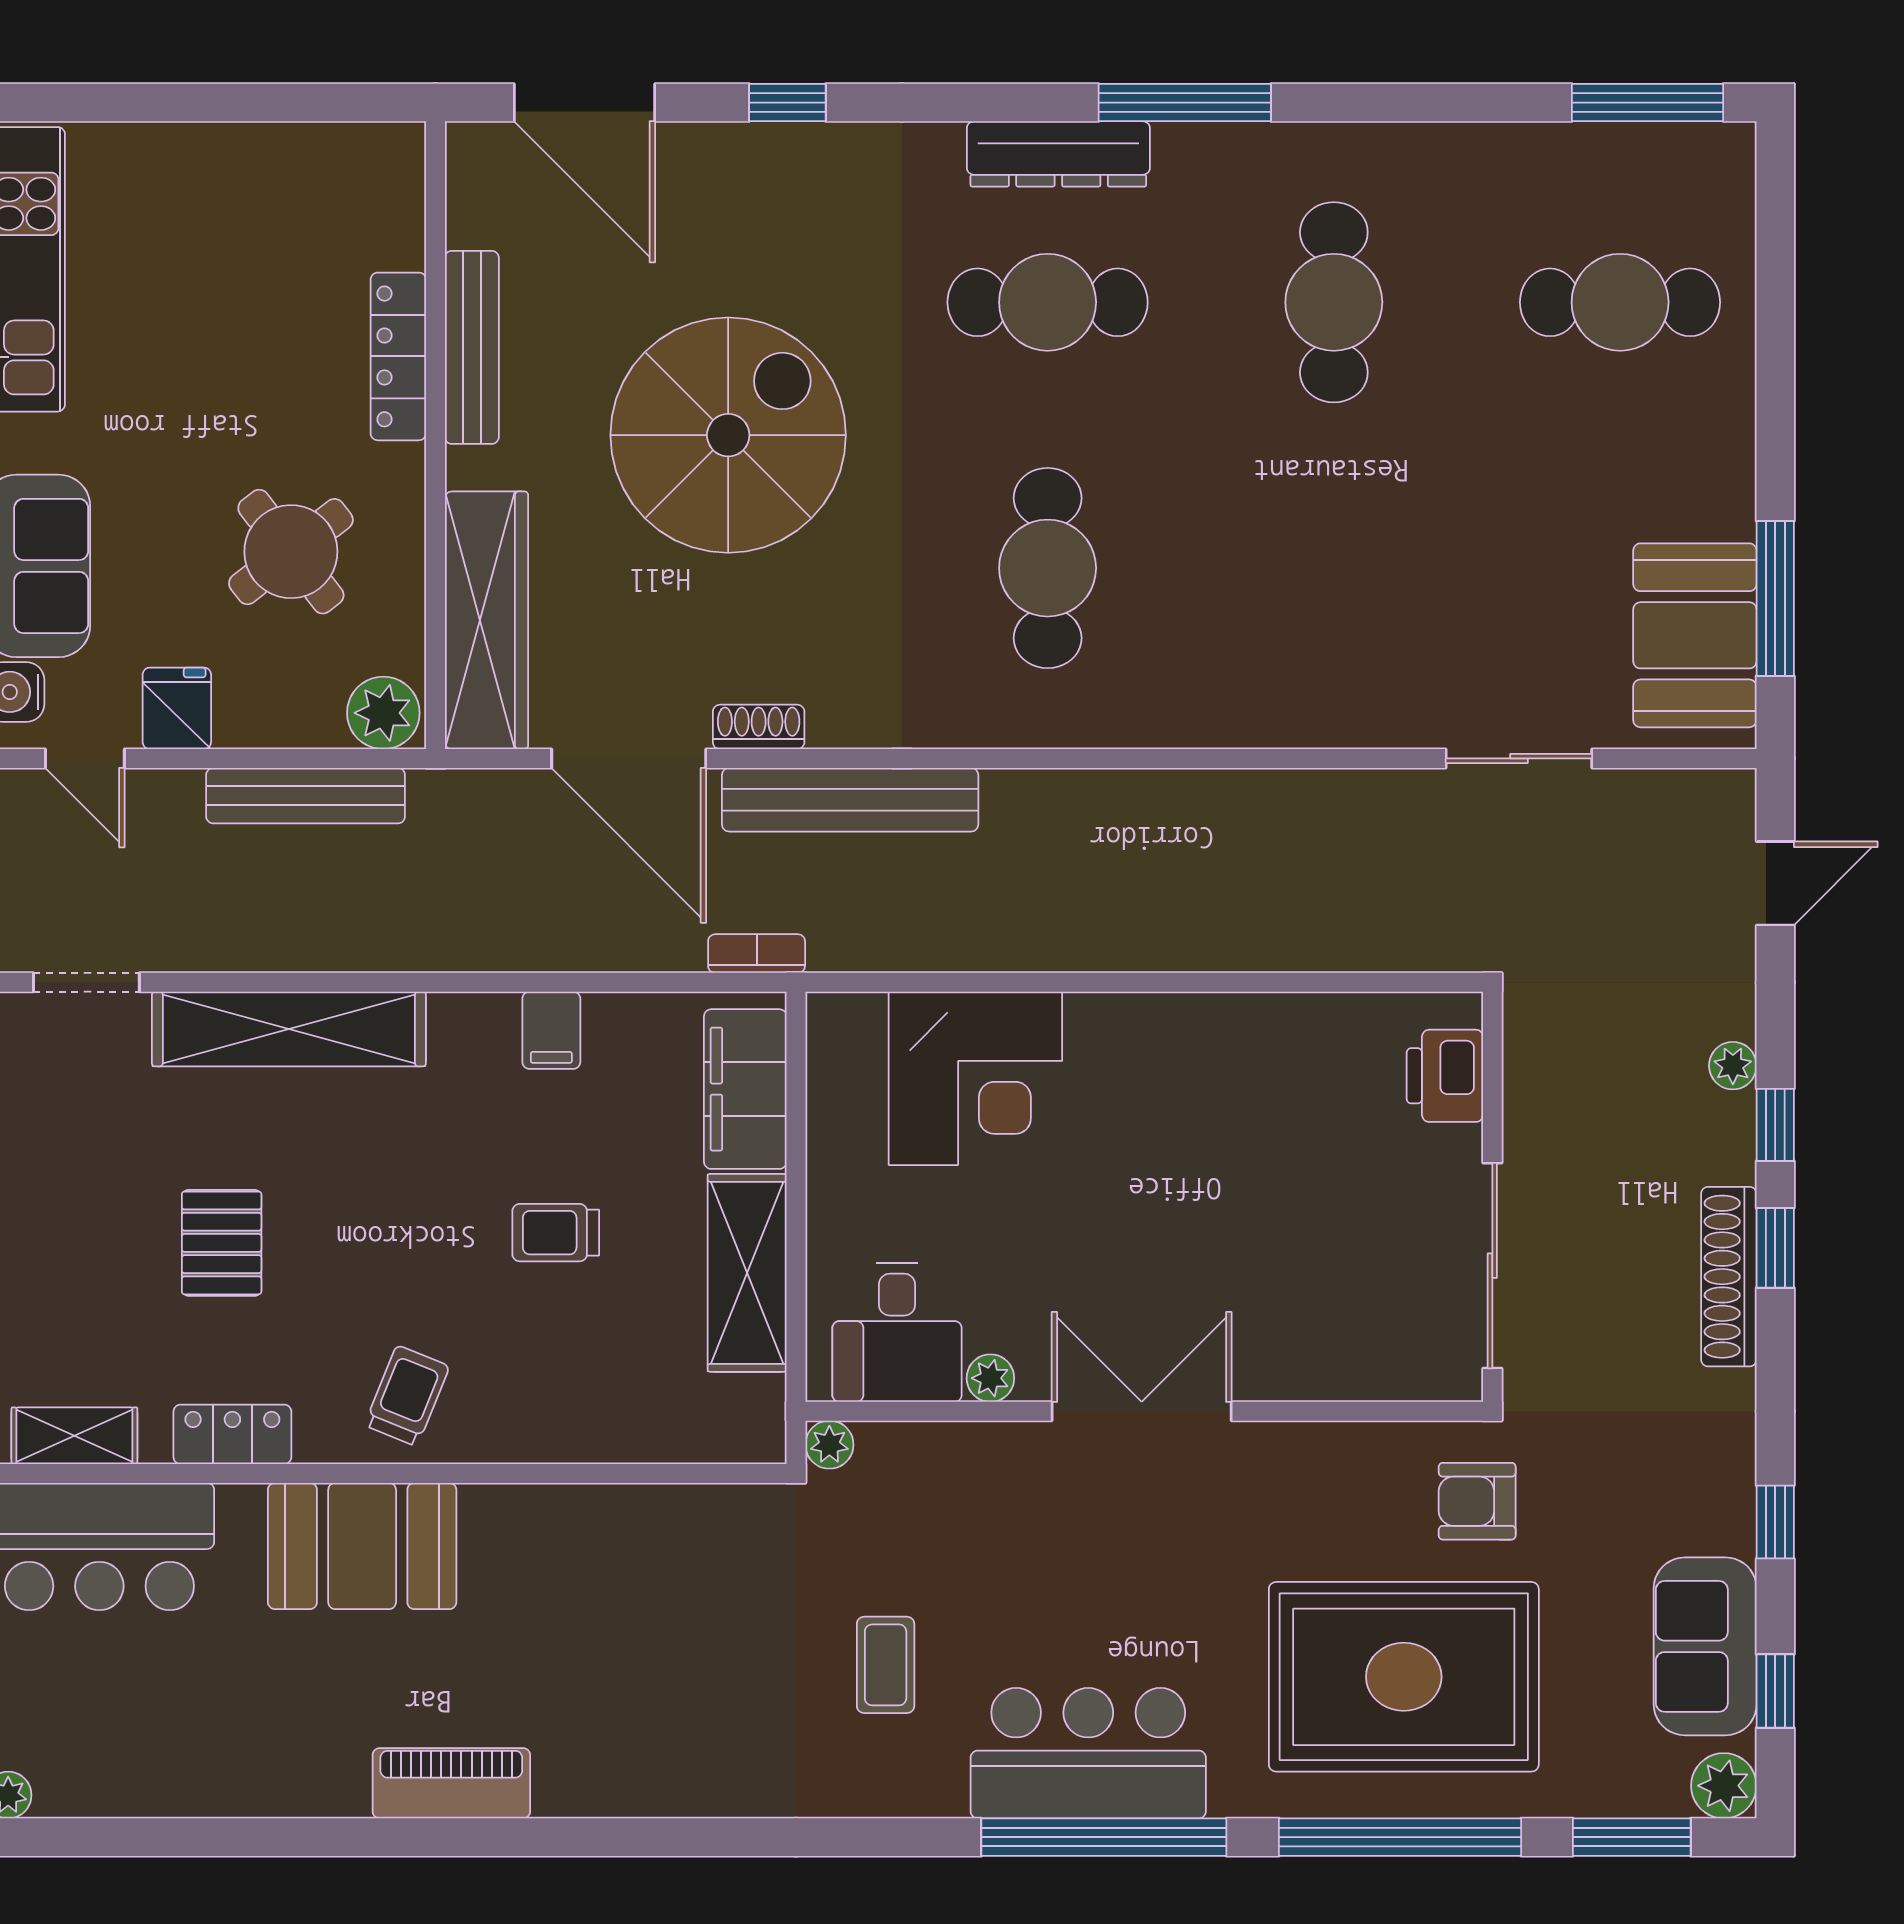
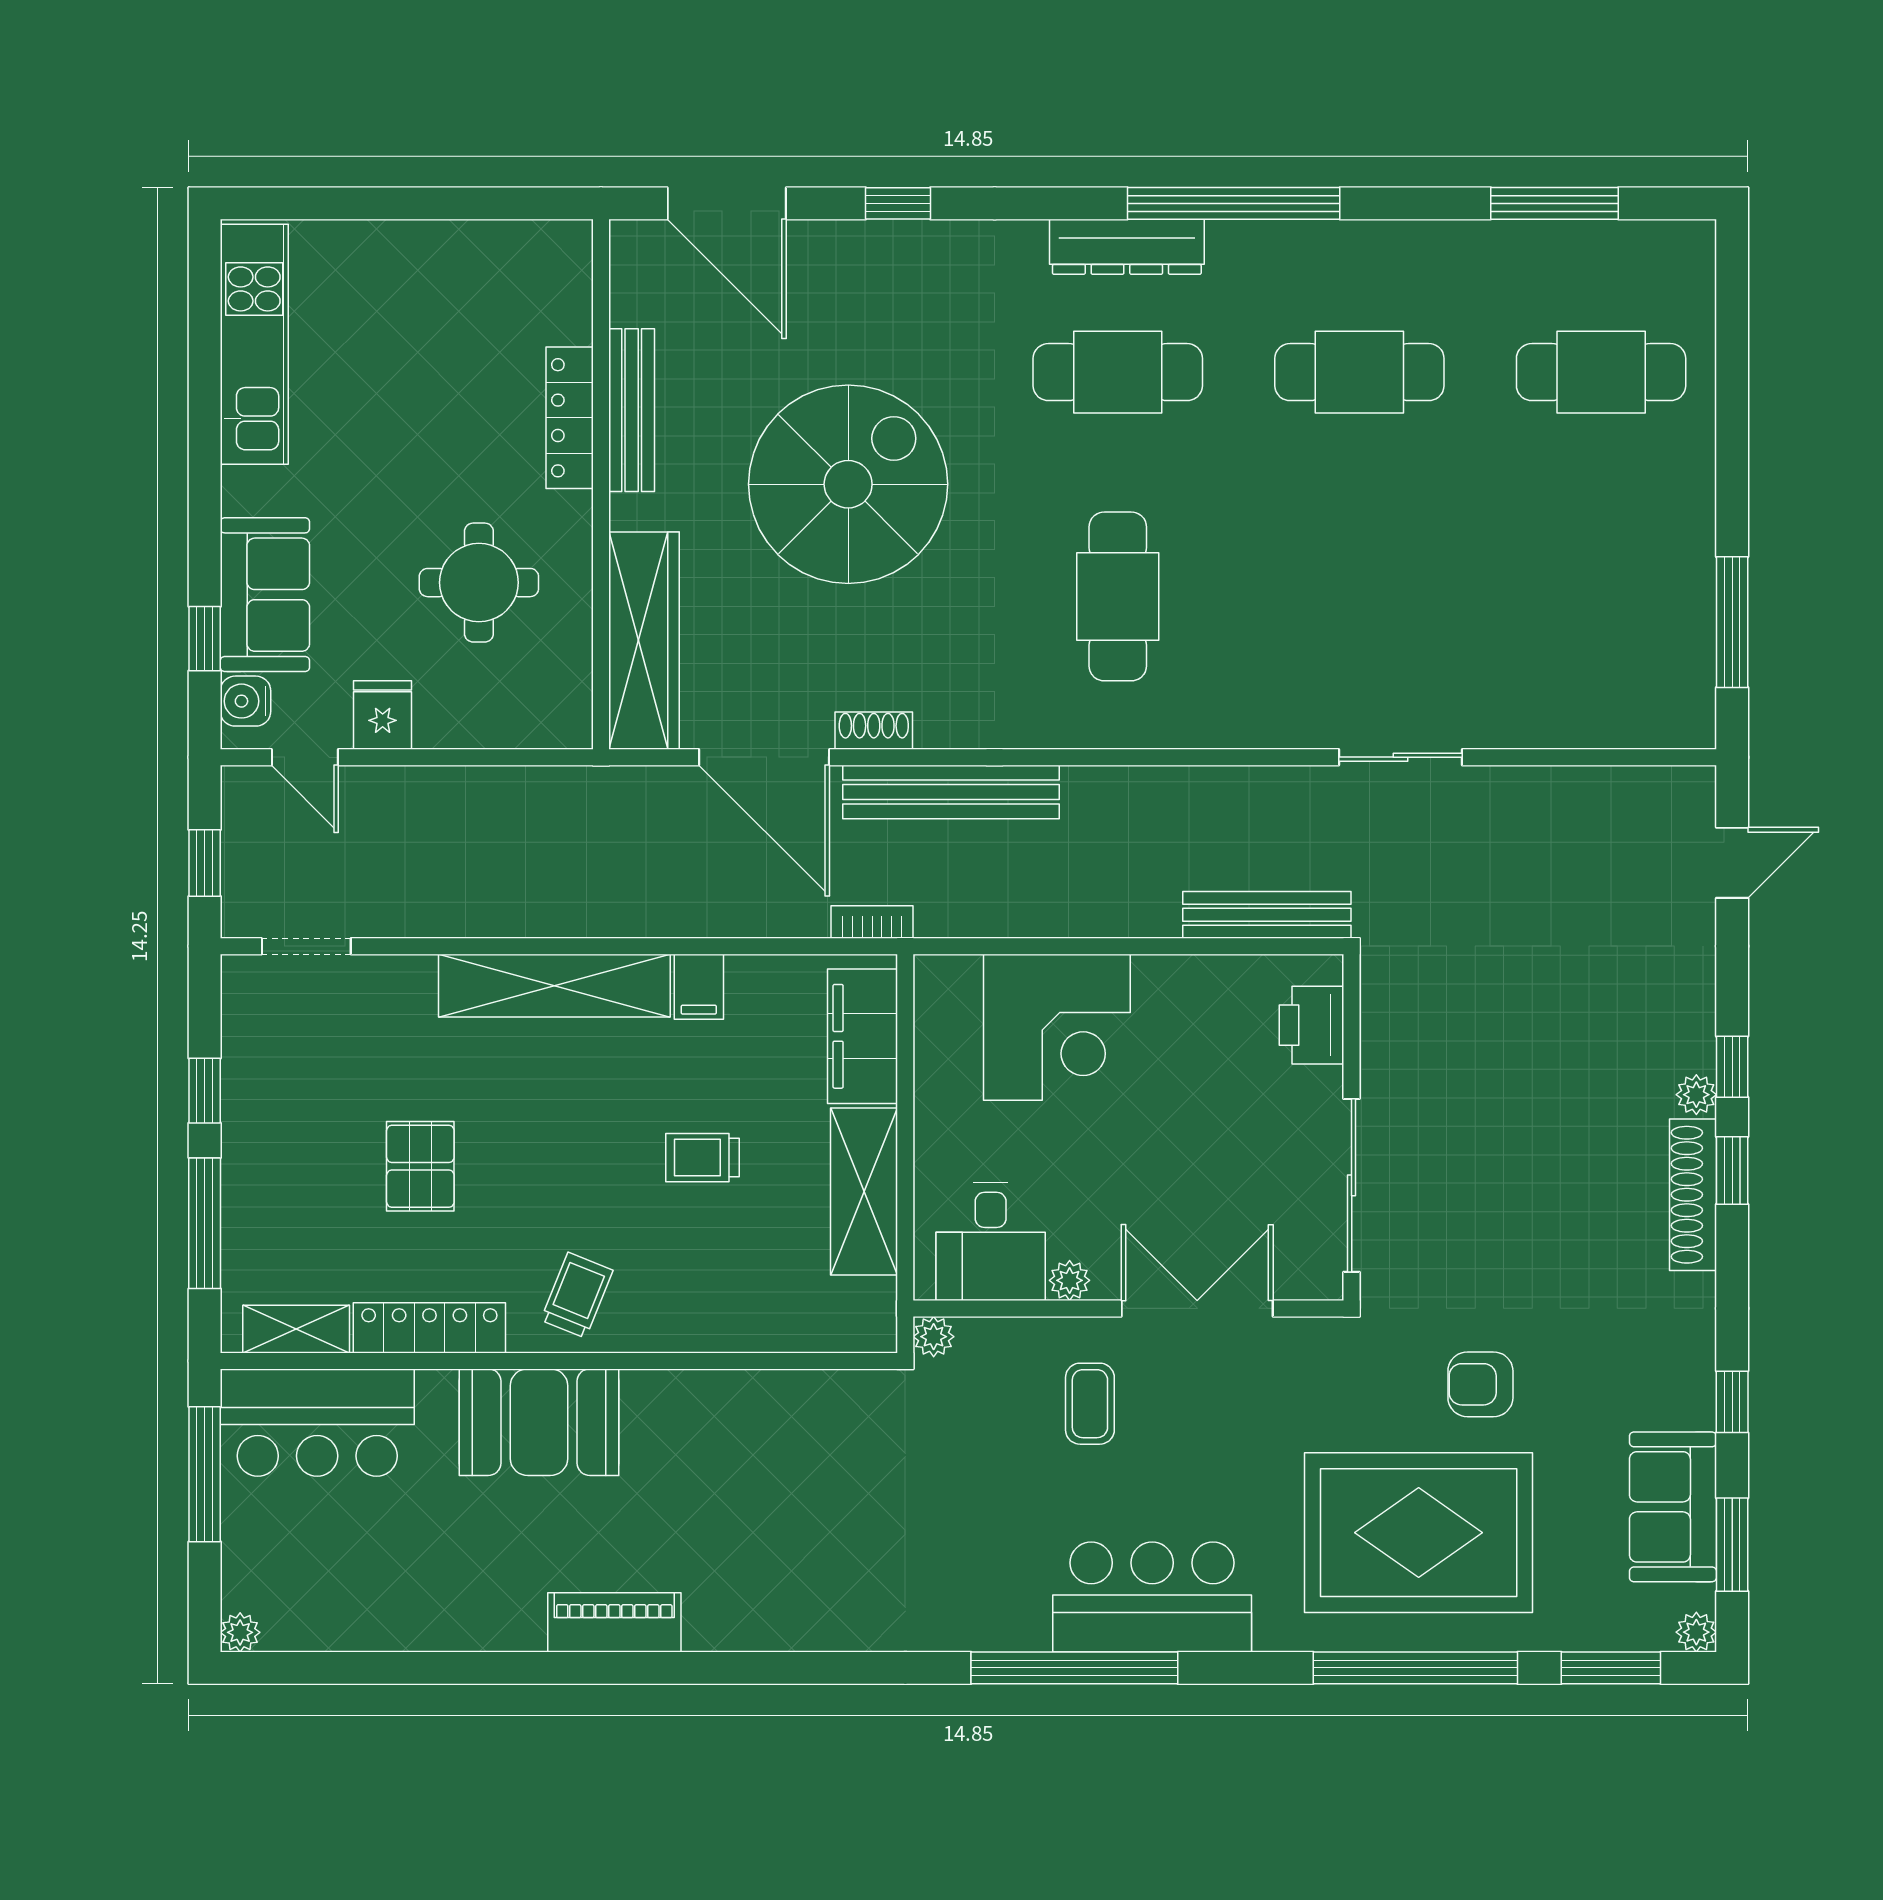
window: (1185, 103) -> (1234, 203), width x1.46
window: (1647, 103) -> (1555, 203), moved
cafe table: (1334, 302) -> (1359, 372), turned 90
round table: (291, 552) -> (479, 583), turned 38
booth: (1695, 635) -> (1664, 653), removed
plant: (383, 713) -> (557, 719), removed
sliding door: (1519, 758) -> (1400, 757), moved
bench: (306, 796) -> (1267, 915), moved
shelving: (289, 1029) -> (554, 986), moved
plant: (1733, 1066) -> (1696, 1095), moved
printer: (1445, 1076) -> (1311, 1025), moved
wall: (1492, 1197) -> (1352, 1127), moved
sliding door: (1492, 1266) -> (1352, 1185), moved
locker: (232, 1434) -> (429, 1328), width x1.53
coffee table: (886, 1665) -> (1090, 1404), moved
window: (1775, 1691) -> (1732, 1545), width x1.50
plant: (1724, 1786) -> (1696, 1632), width x0.73, depth x0.73
window: (1104, 1837) -> (1074, 1668), moved

